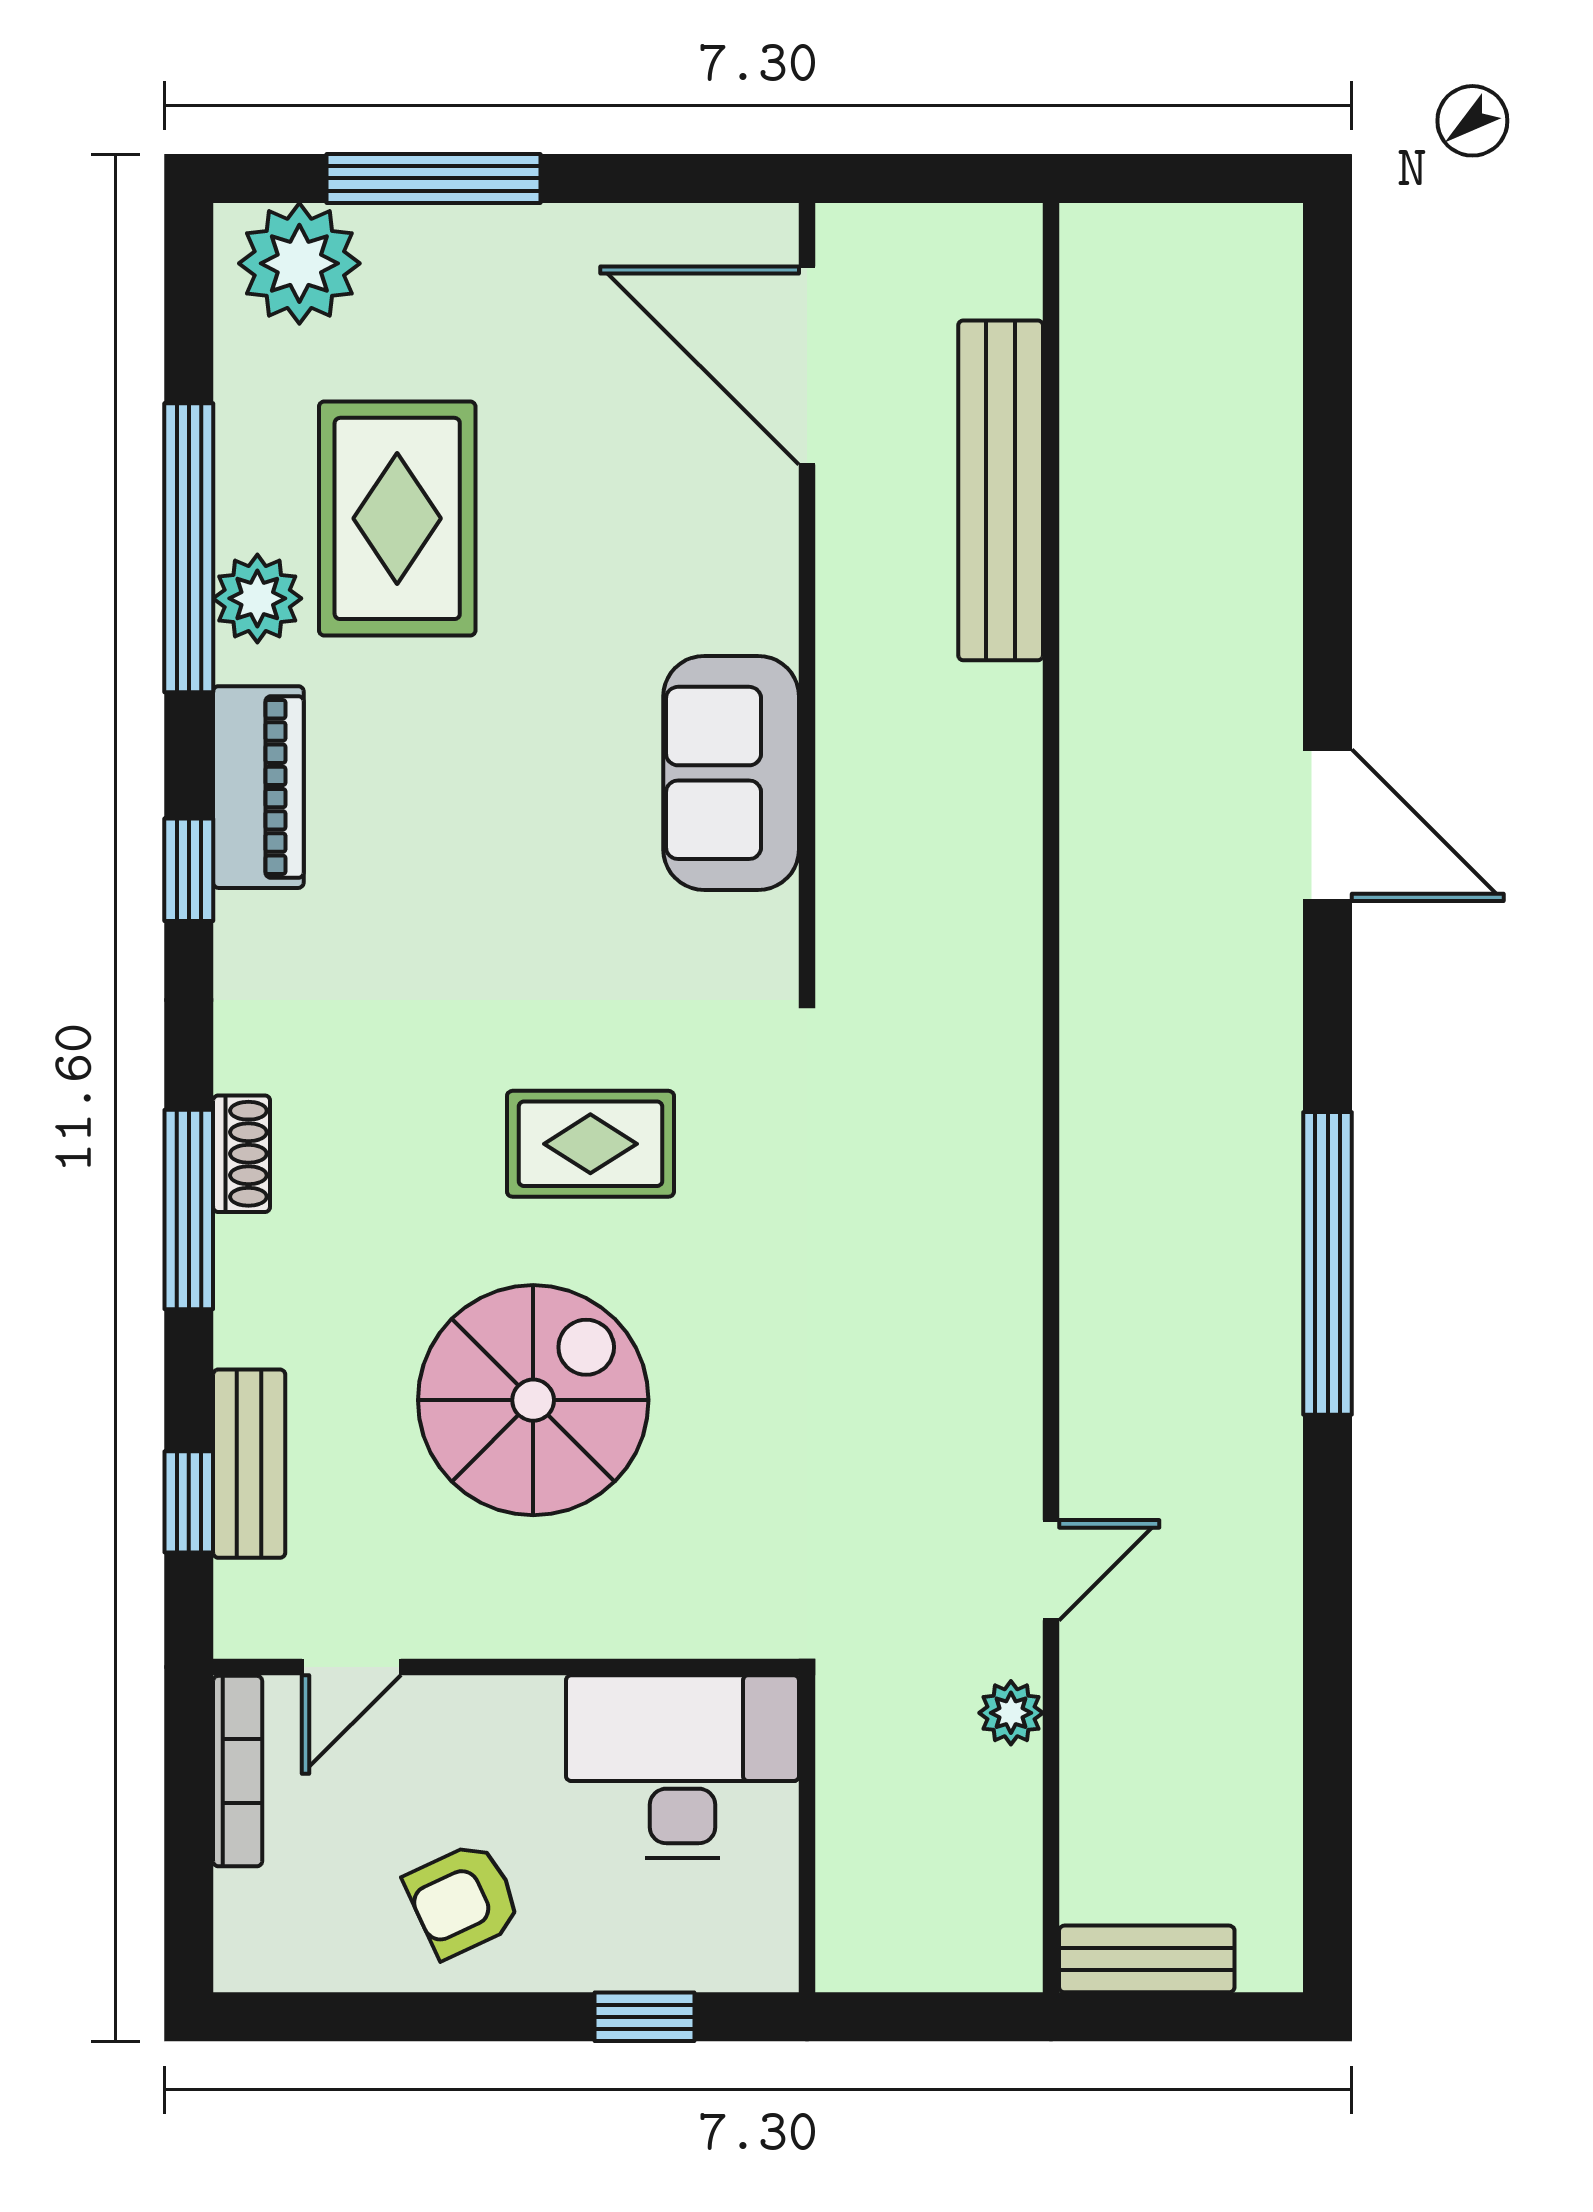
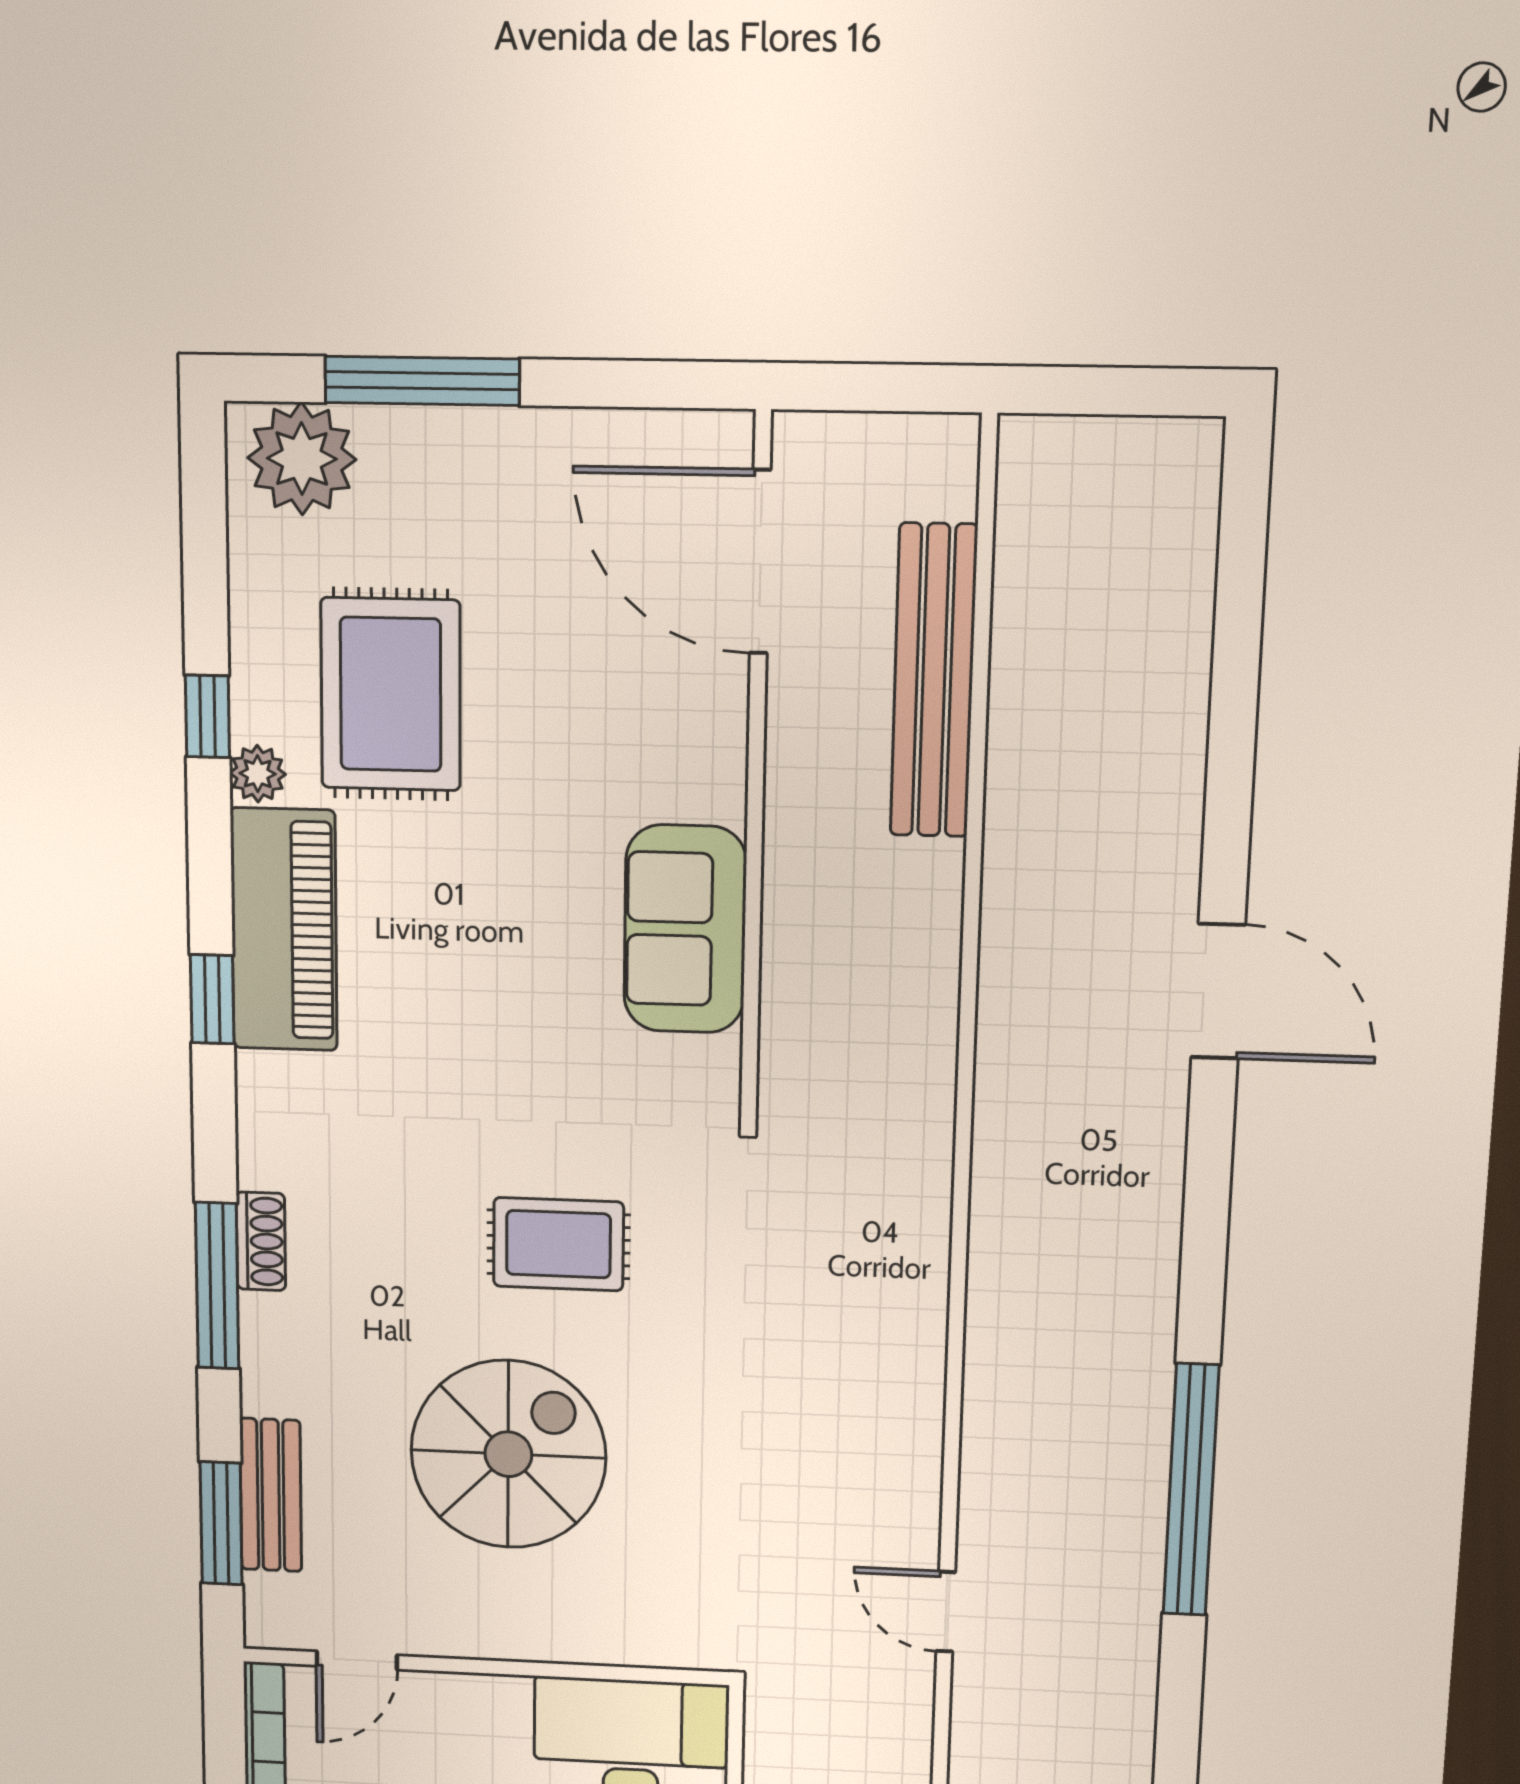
window: (189, 548) -> (207, 716), width x0.32
plant: (257, 598) -> (258, 774), width x0.73, depth x0.73
piano: (258, 787) -> (284, 930), width x1.37, depth x1.33
window: (1328, 1263) -> (1191, 1490), moved
window: (189, 1502) -> (221, 1523), width x1.50
door: (1051, 1570) -> (946, 1612), swing flipped
plant: (1011, 1713) -> (908, 1724), removed

